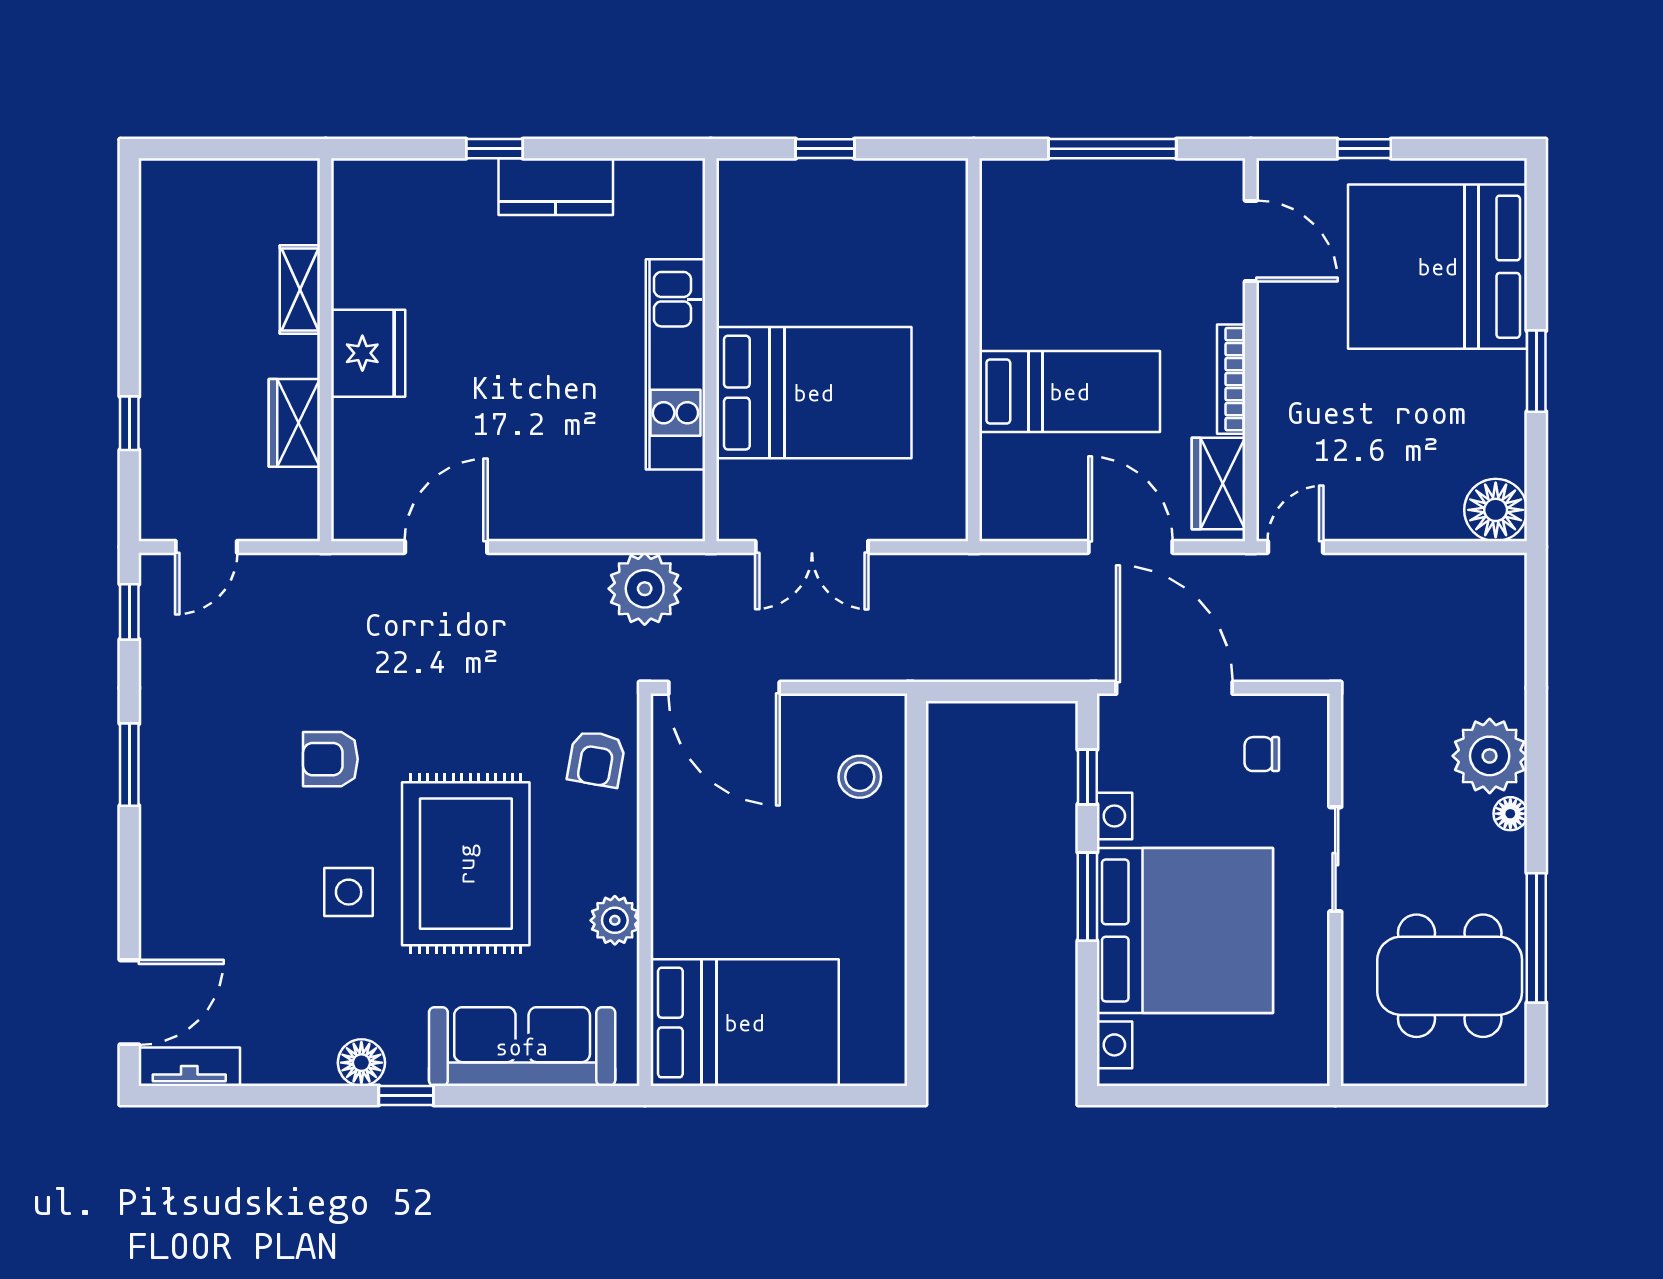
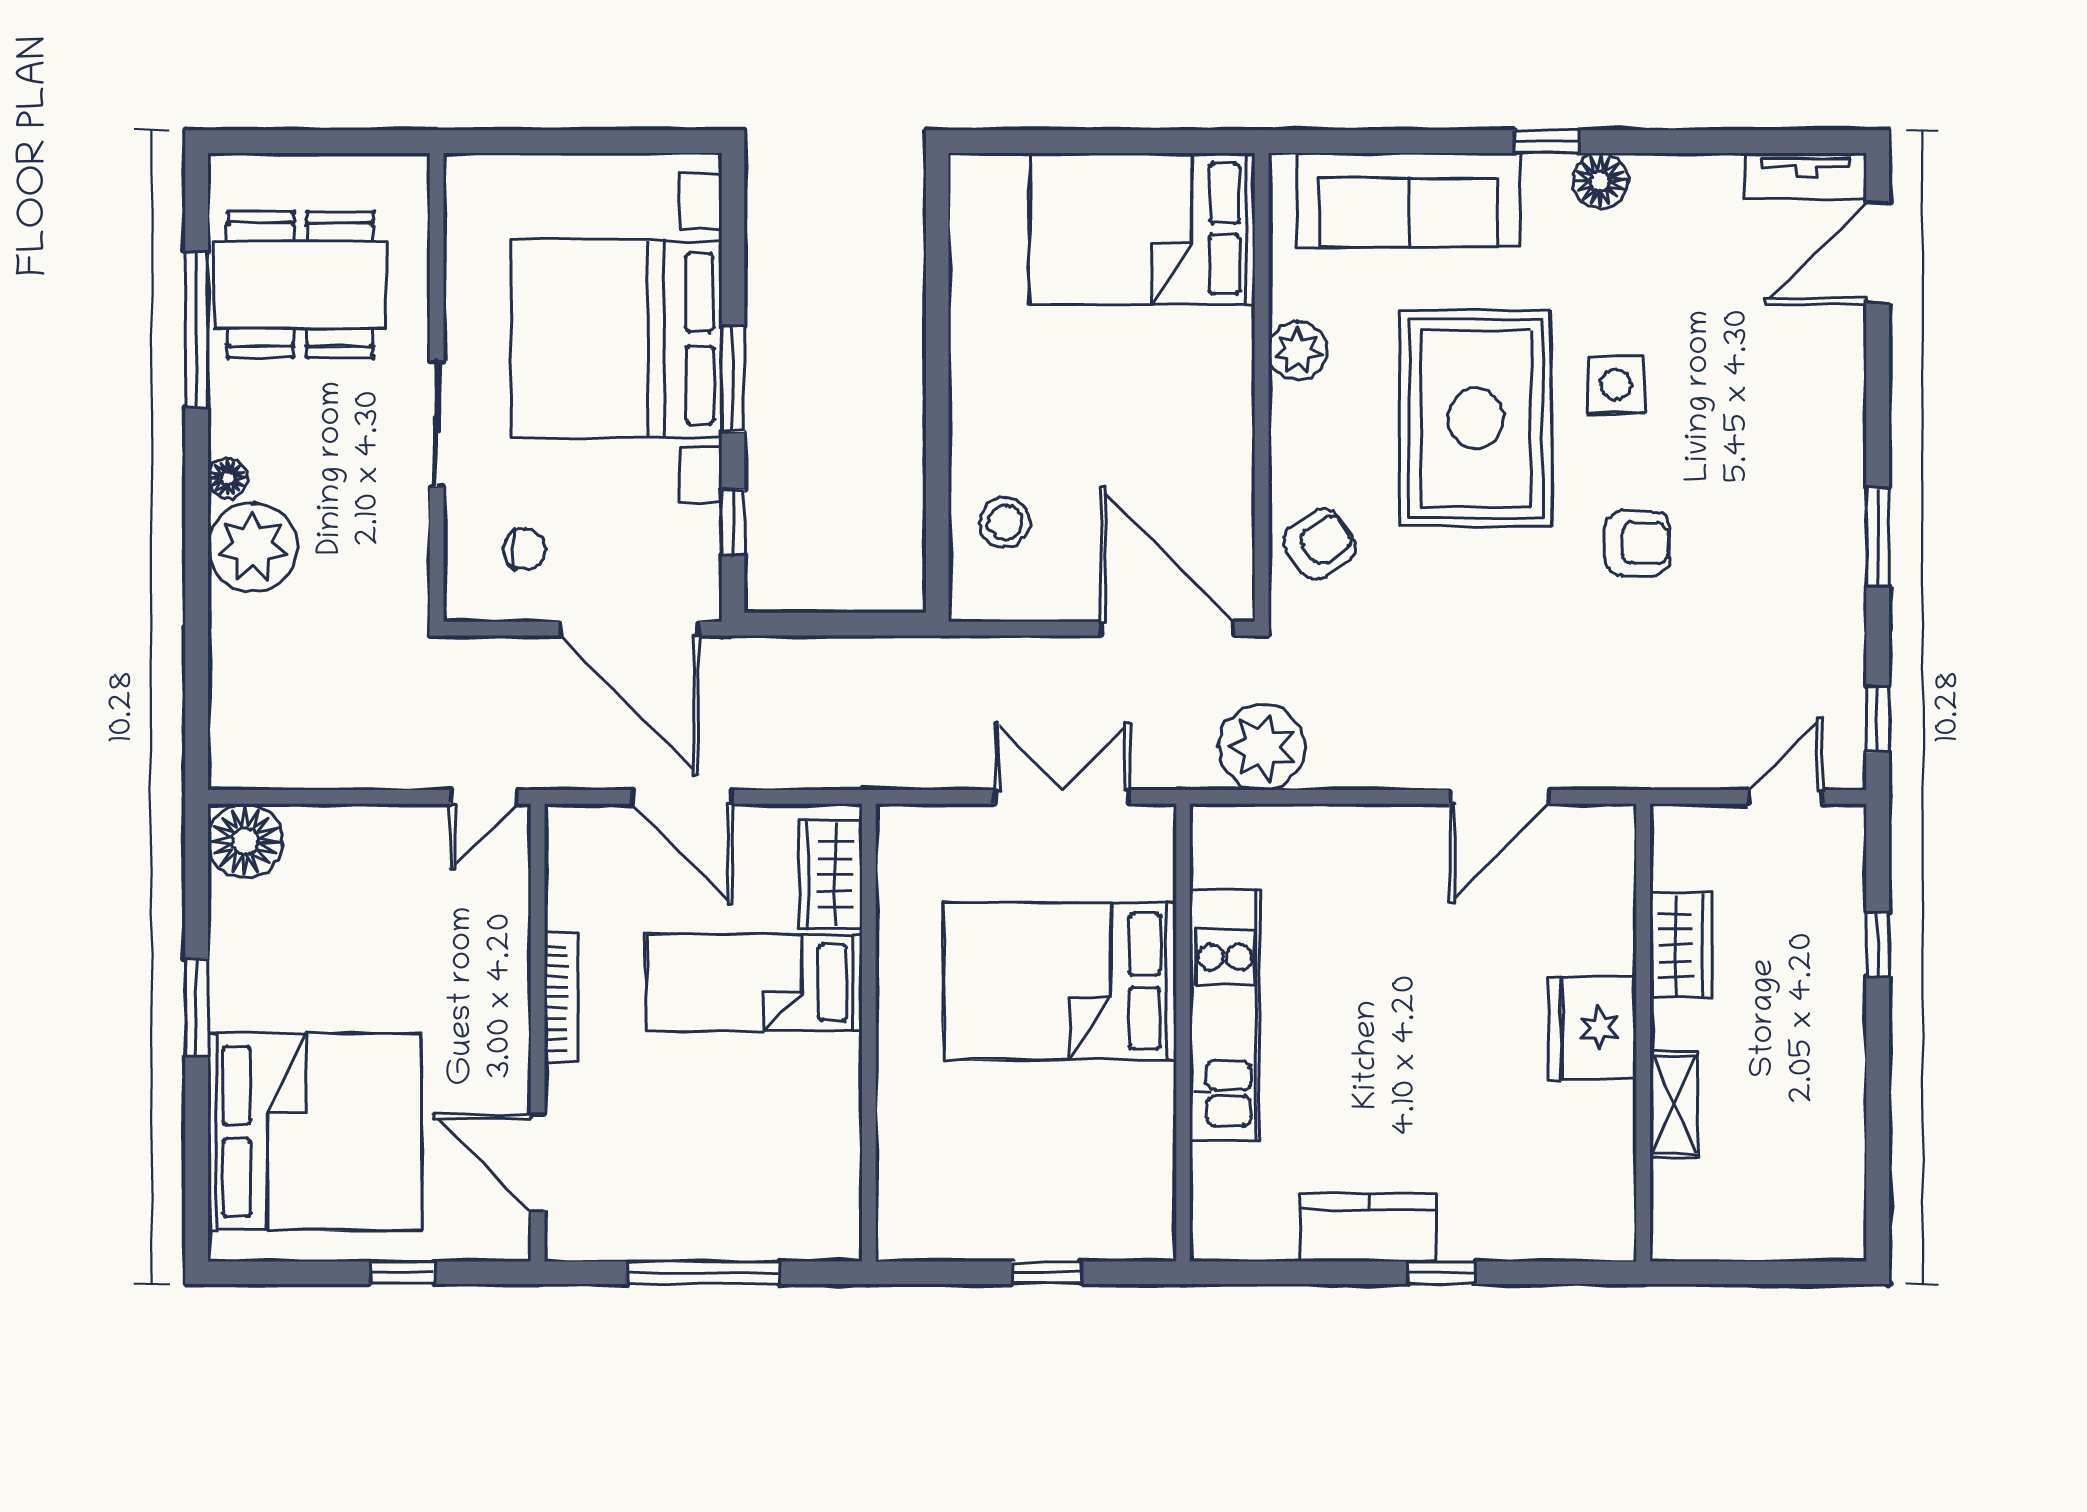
wardrobe: (1219, 484) -> (830, 875), moved, turned 180
armchair: (596, 759) -> (1320, 544), turned 45

